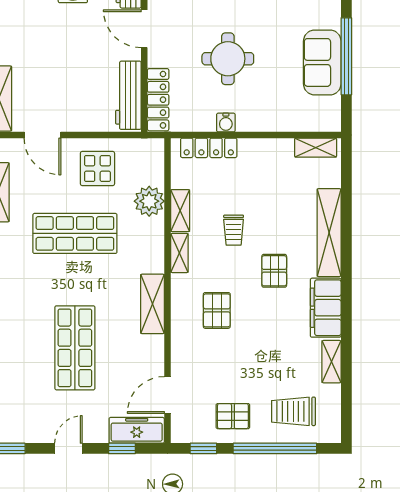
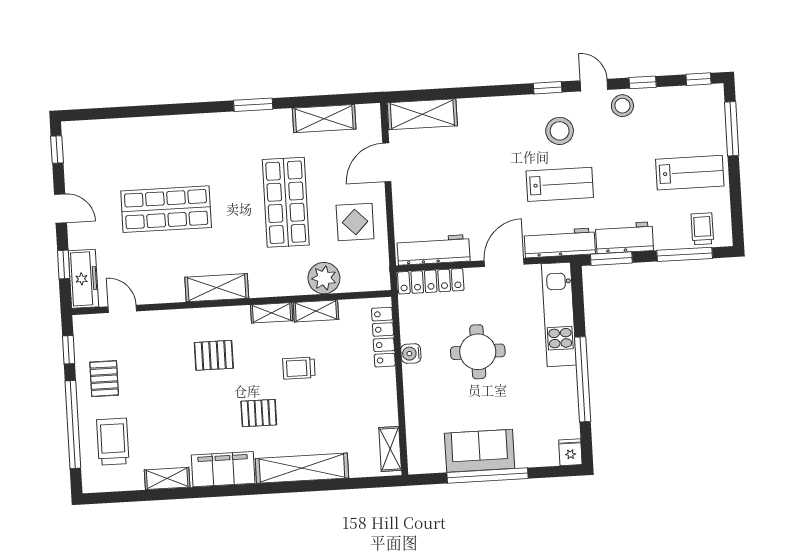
door: (167, 395) -> (122, 309), width x0.73

